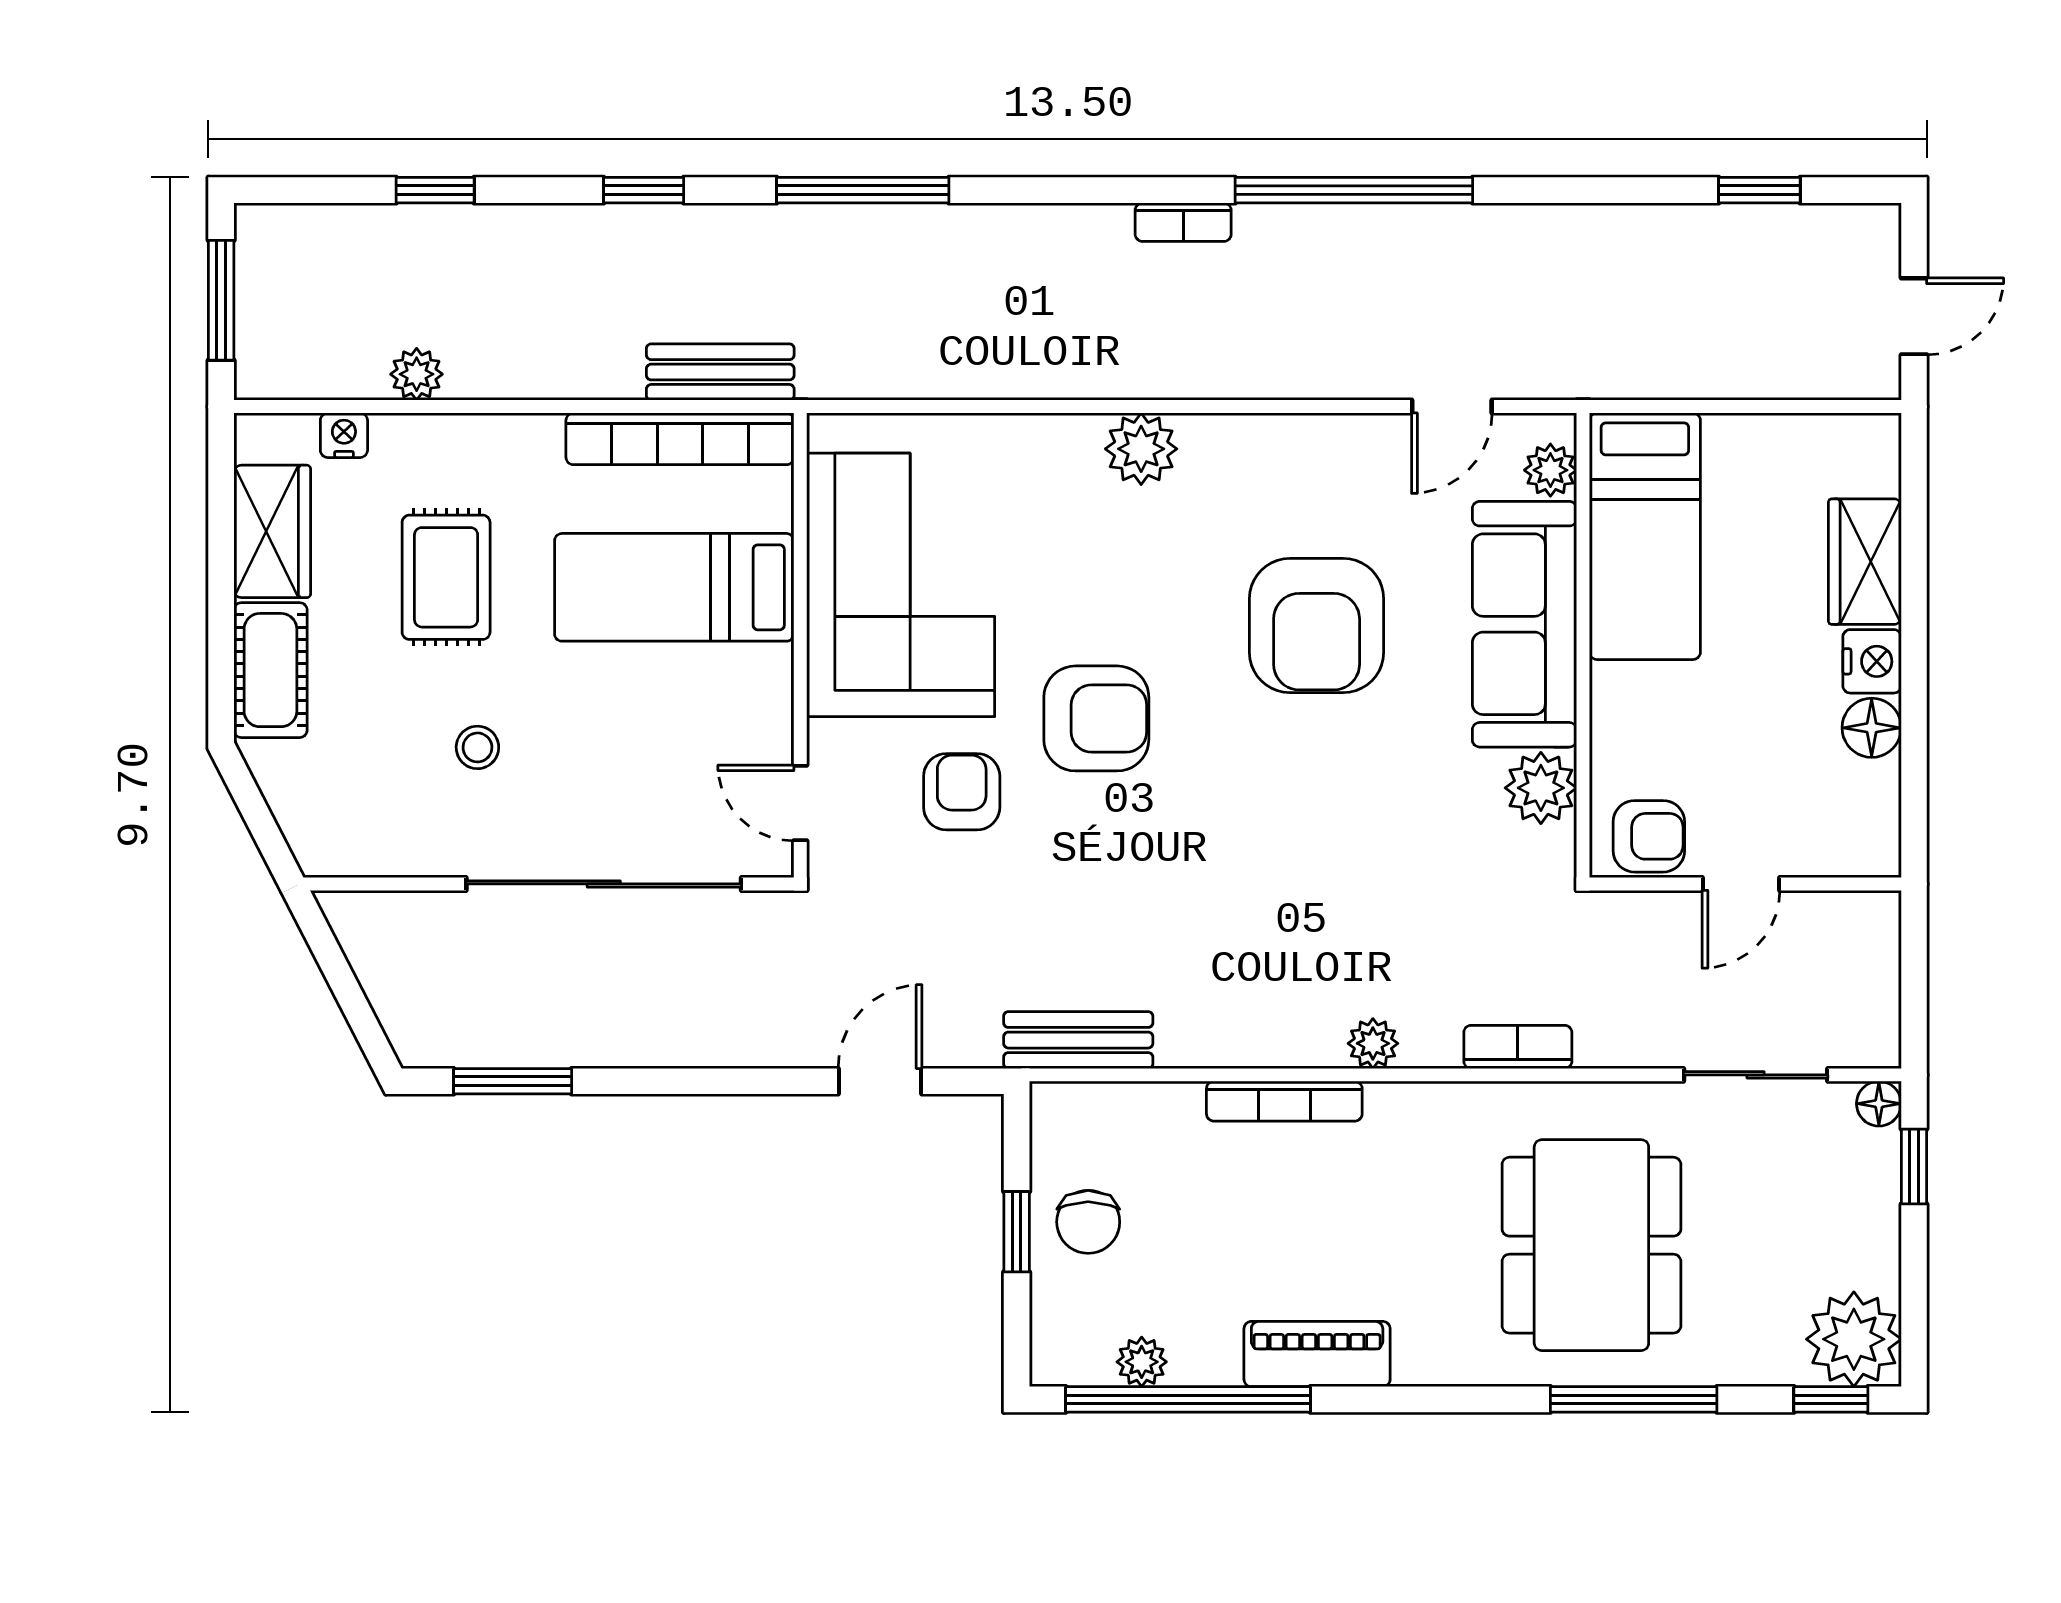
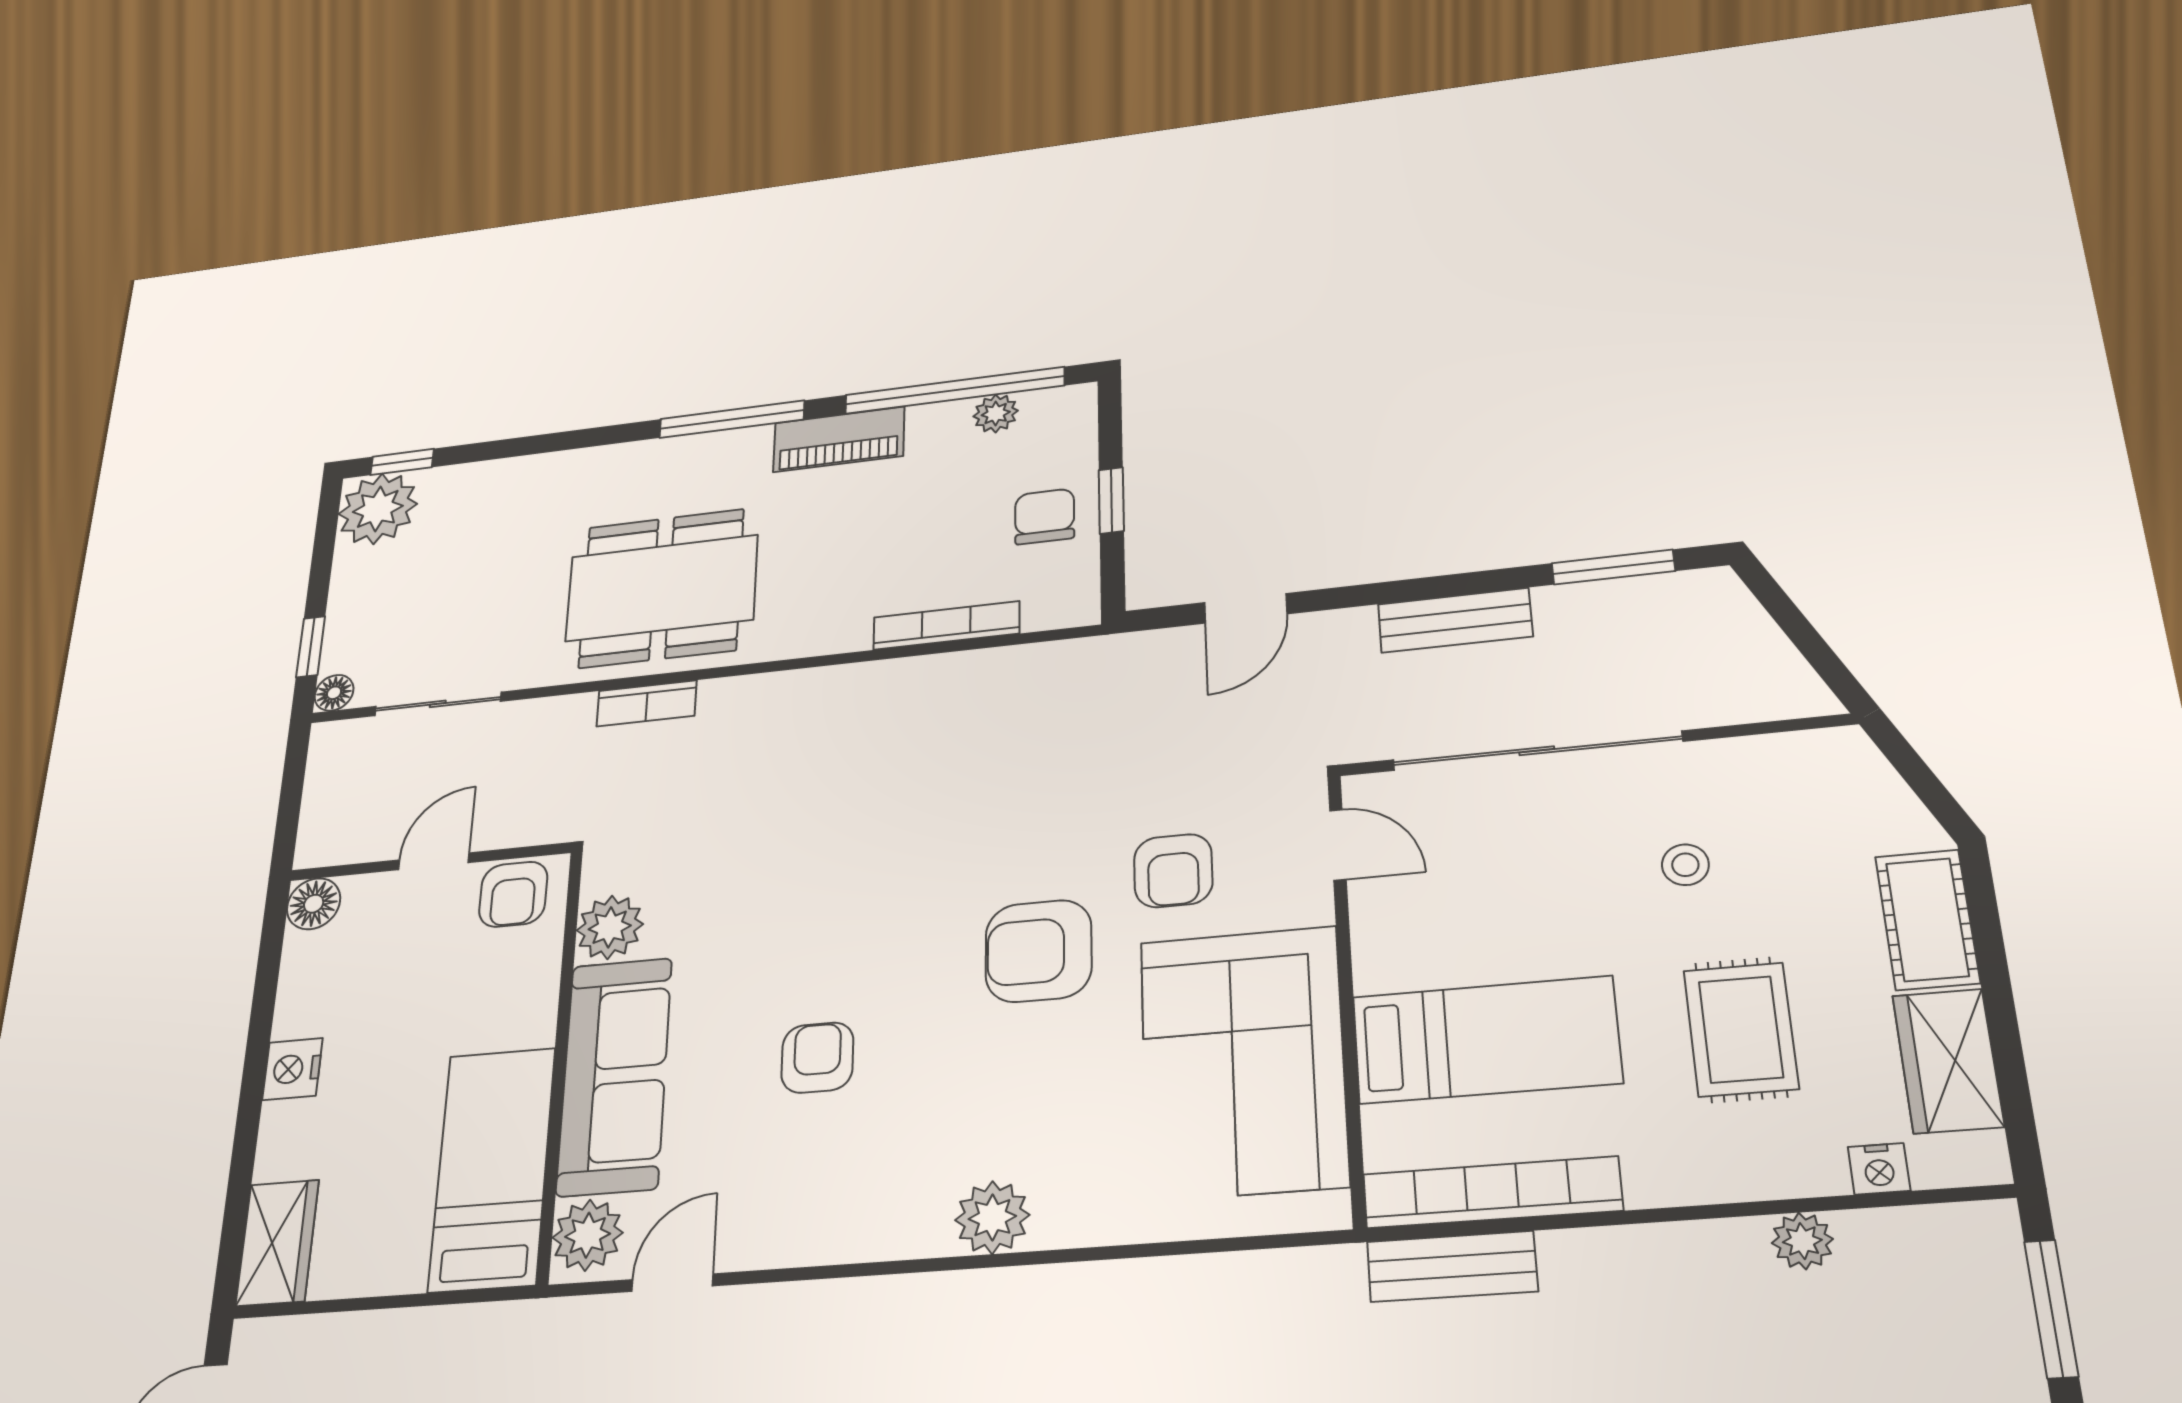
plant: (1550, 470) -> (588, 1235), width x1.38, depth x1.38
wardrobe: (1865, 562) -> (277, 1243), moved
armchair: (1317, 626) -> (817, 1058), width x0.53, depth x0.53
floor lamp: (1872, 728) -> (314, 904), moved
armchair: (1649, 836) -> (513, 894), turned -90
bench: (1078, 1040) -> (1455, 620), moved
plant: (1373, 1043) -> (778, 692), removed
bookcase: (1284, 1101) -> (946, 625), moved
dining table: (1591, 1245) -> (662, 588), moved, turned 90
window: (1634, 1399) -> (732, 419), moved

